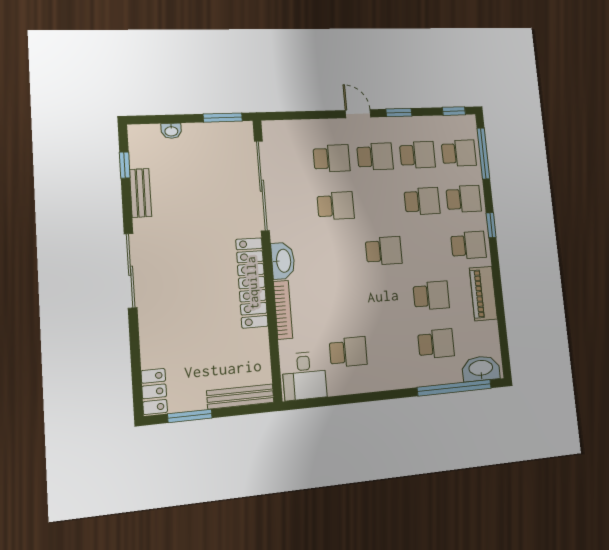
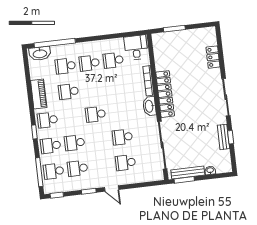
school desk: (375, 157) -> (89, 63), moved
window: (125, 165) -> (231, 137), moved
locker: (154, 391) -> (213, 57), moved
bench: (240, 397) -> (188, 173), moved
window: (190, 416) -> (174, 29), moved

